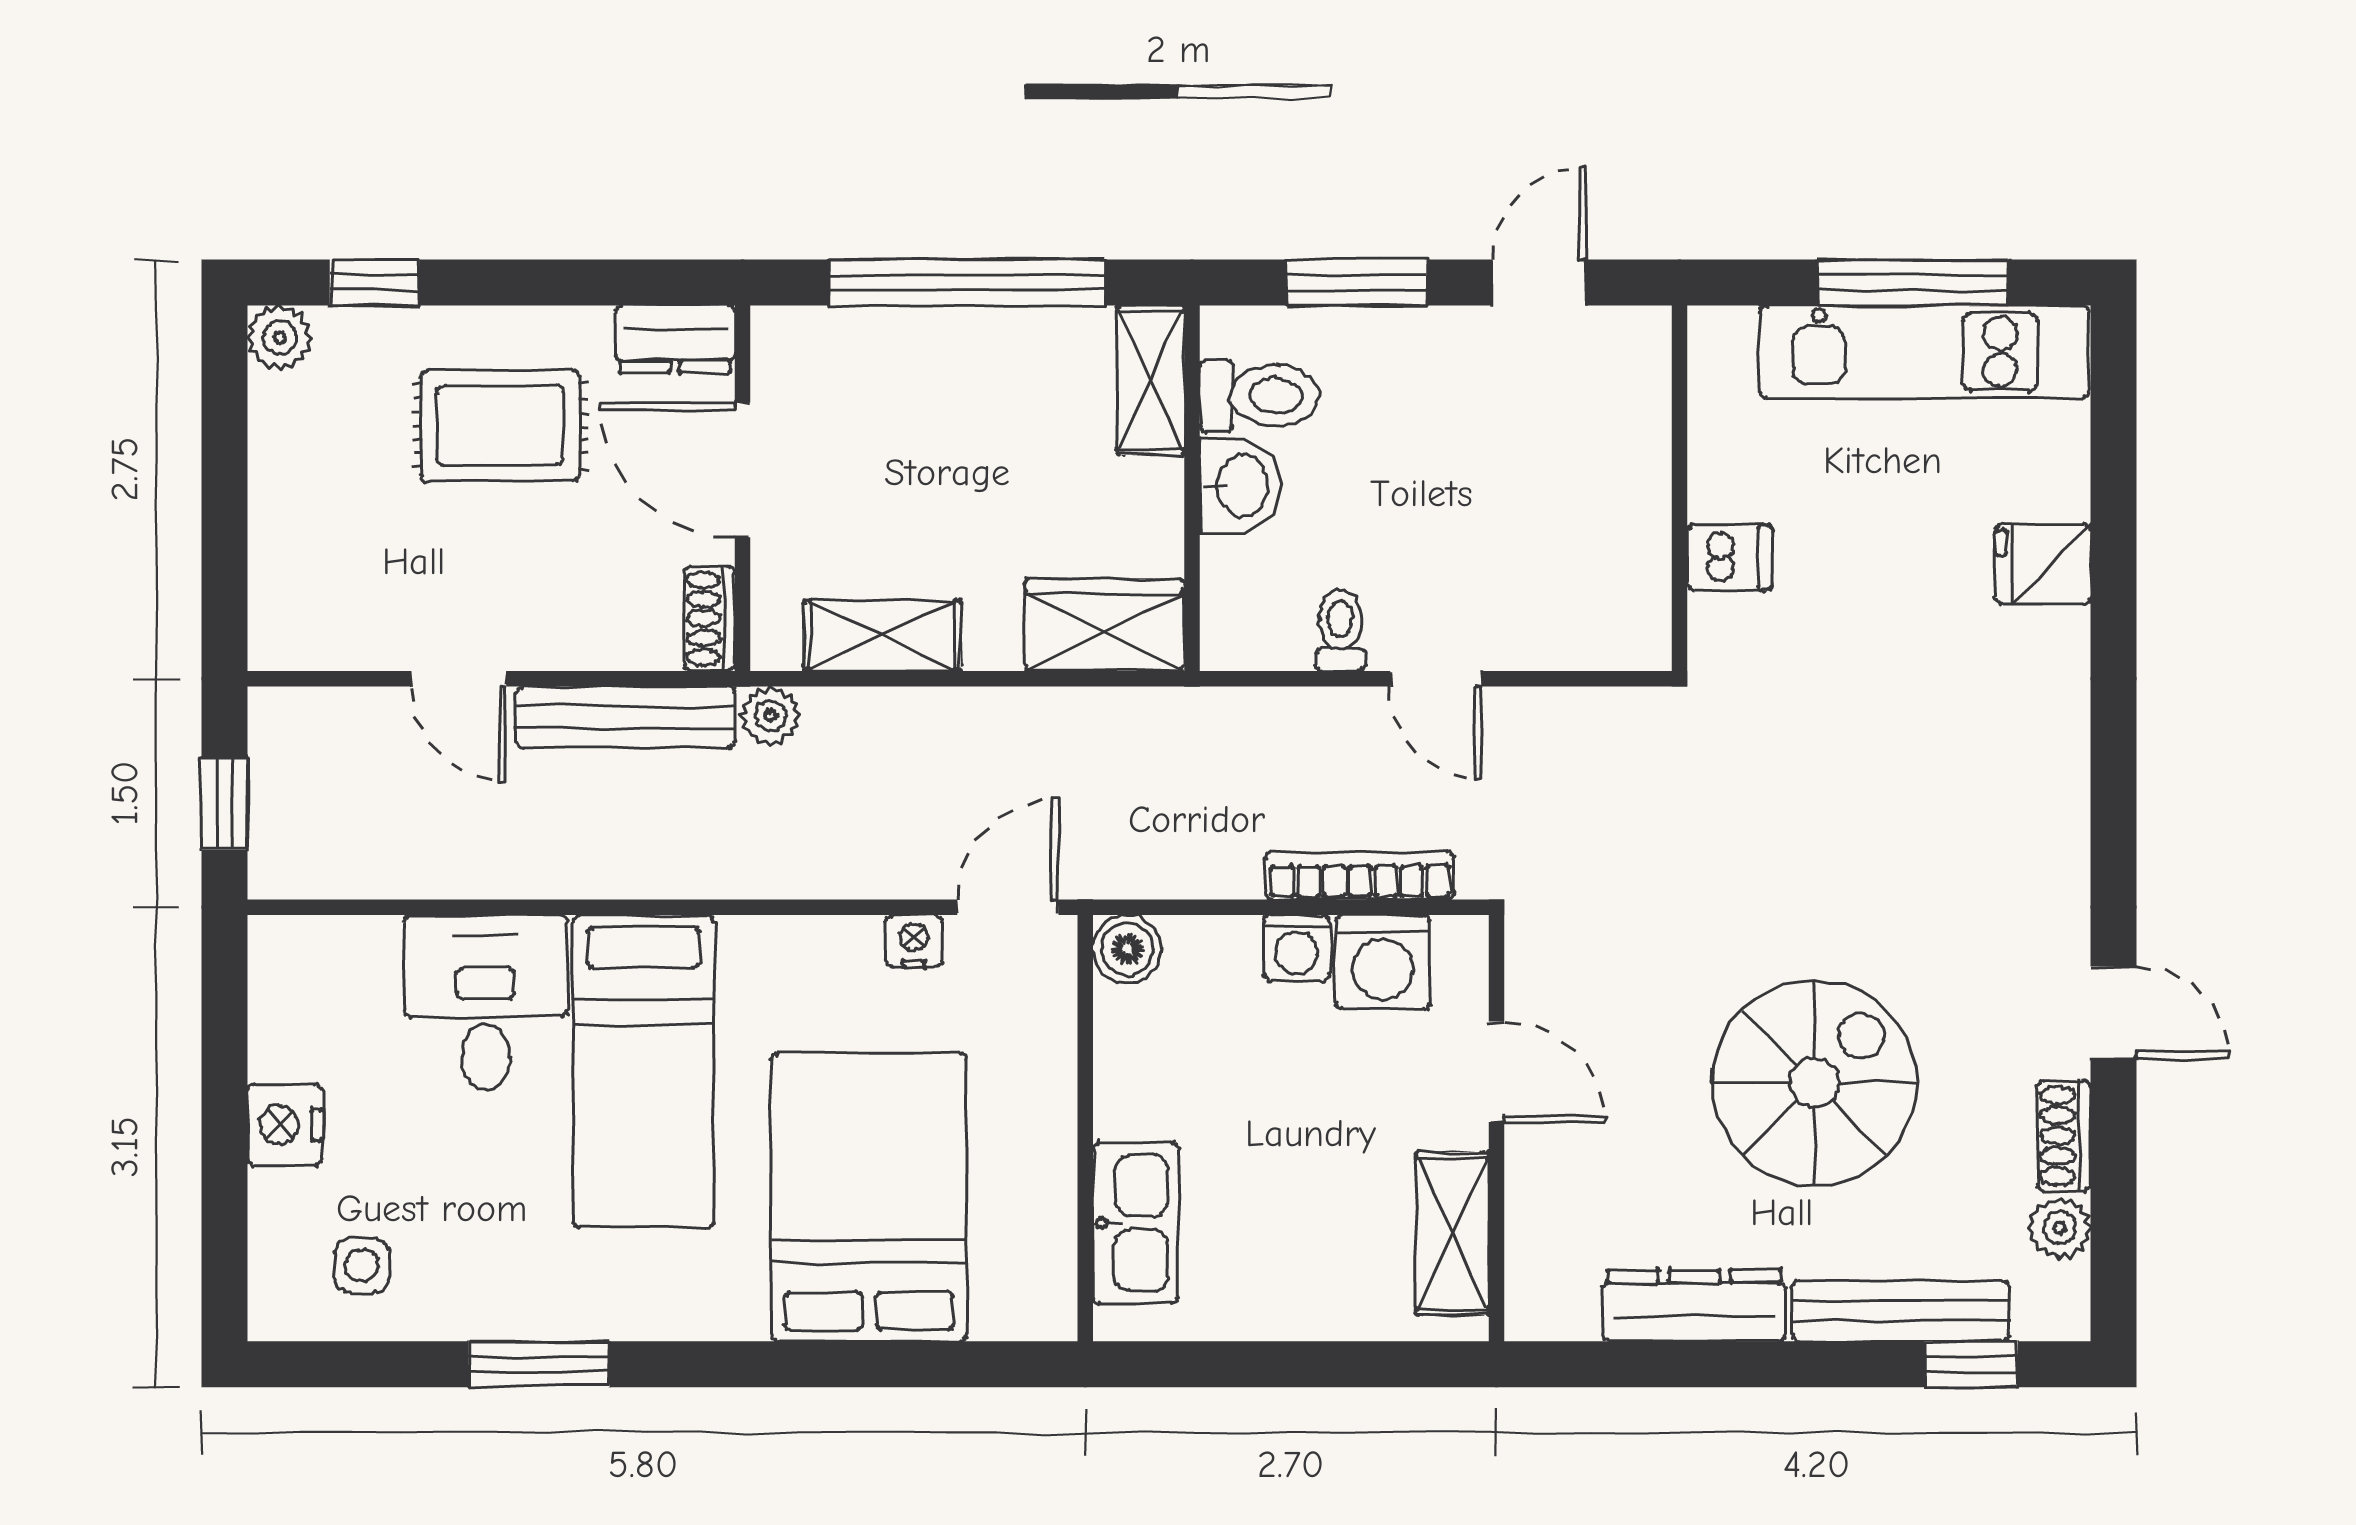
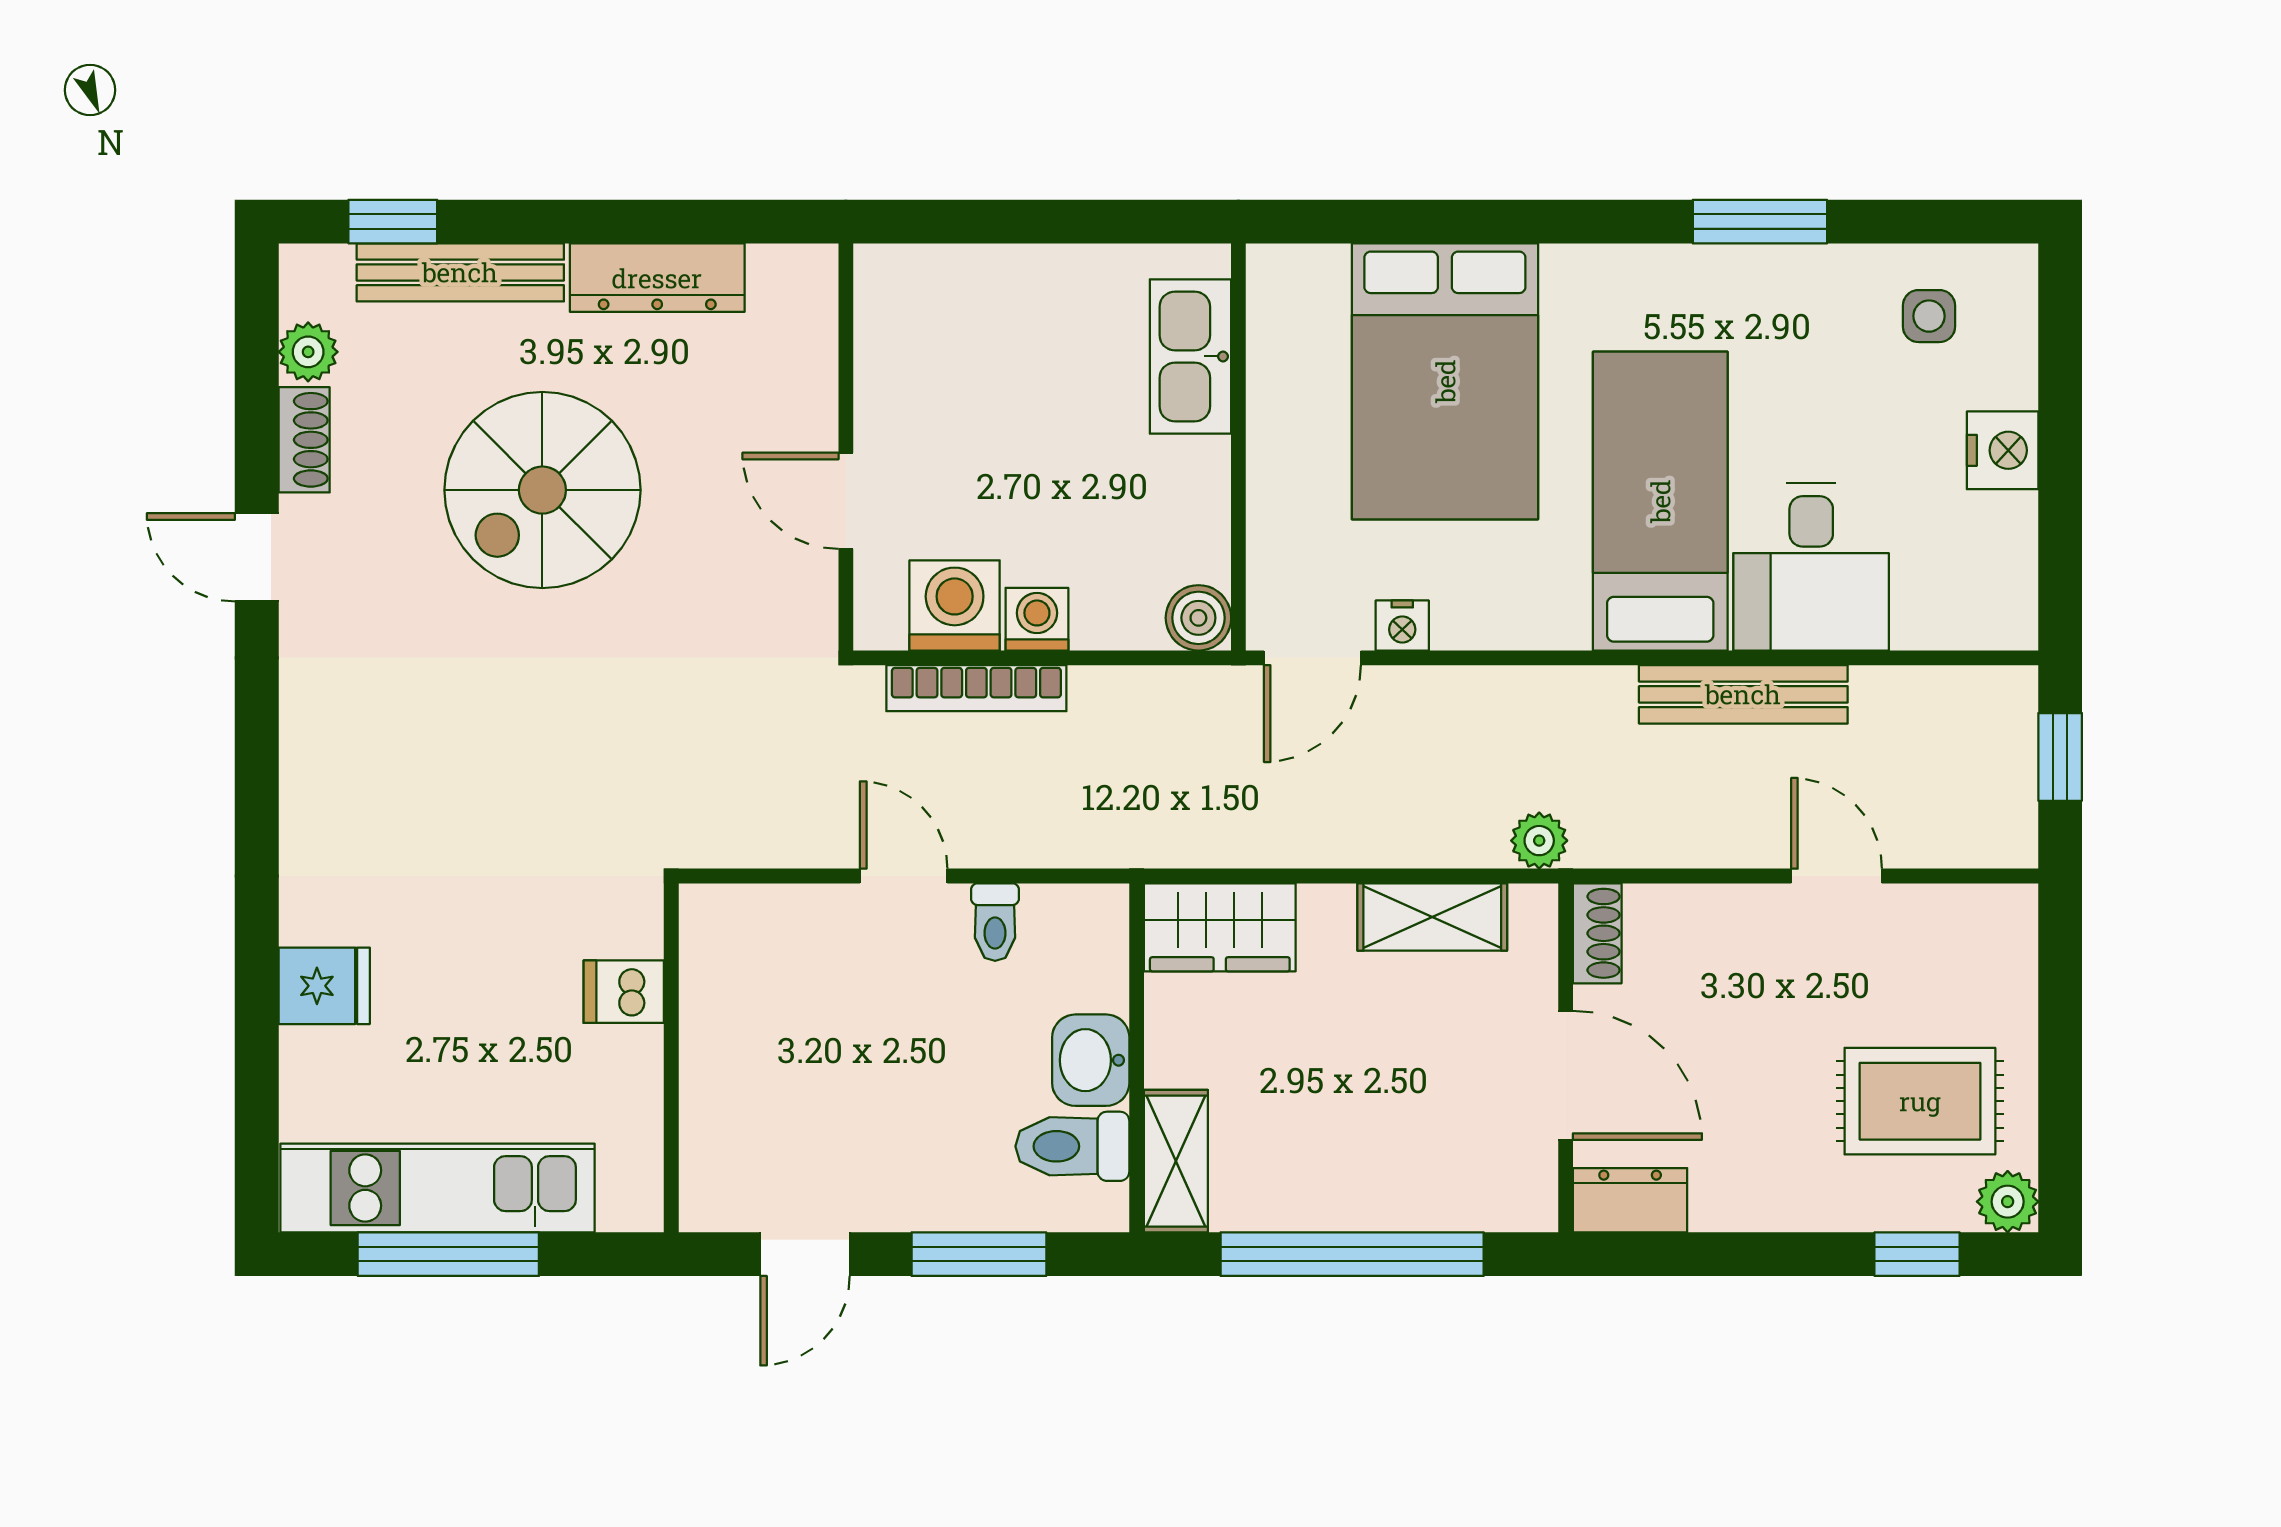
rug: (500, 426) -> (1920, 1101), moved
bench: (625, 717) -> (1743, 694), moved
shelving: (1452, 1233) -> (888, 346), removed

